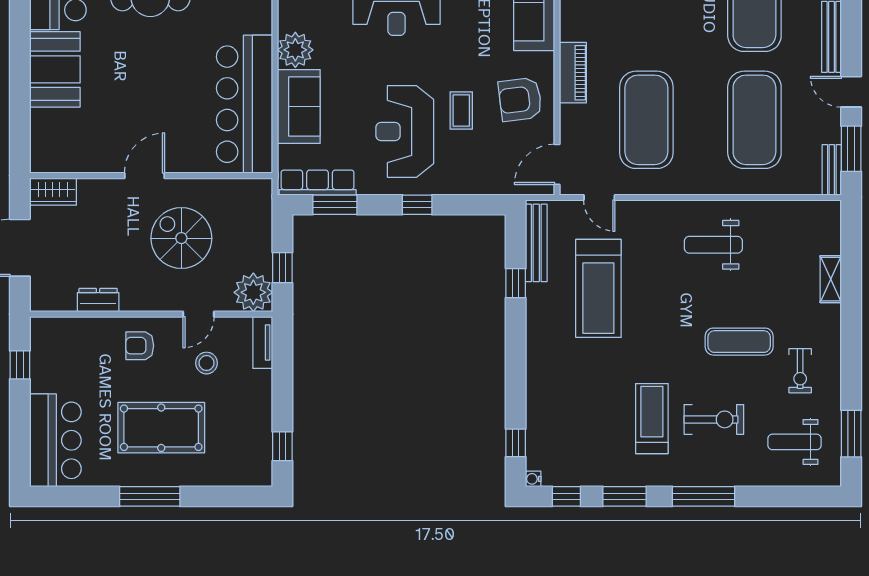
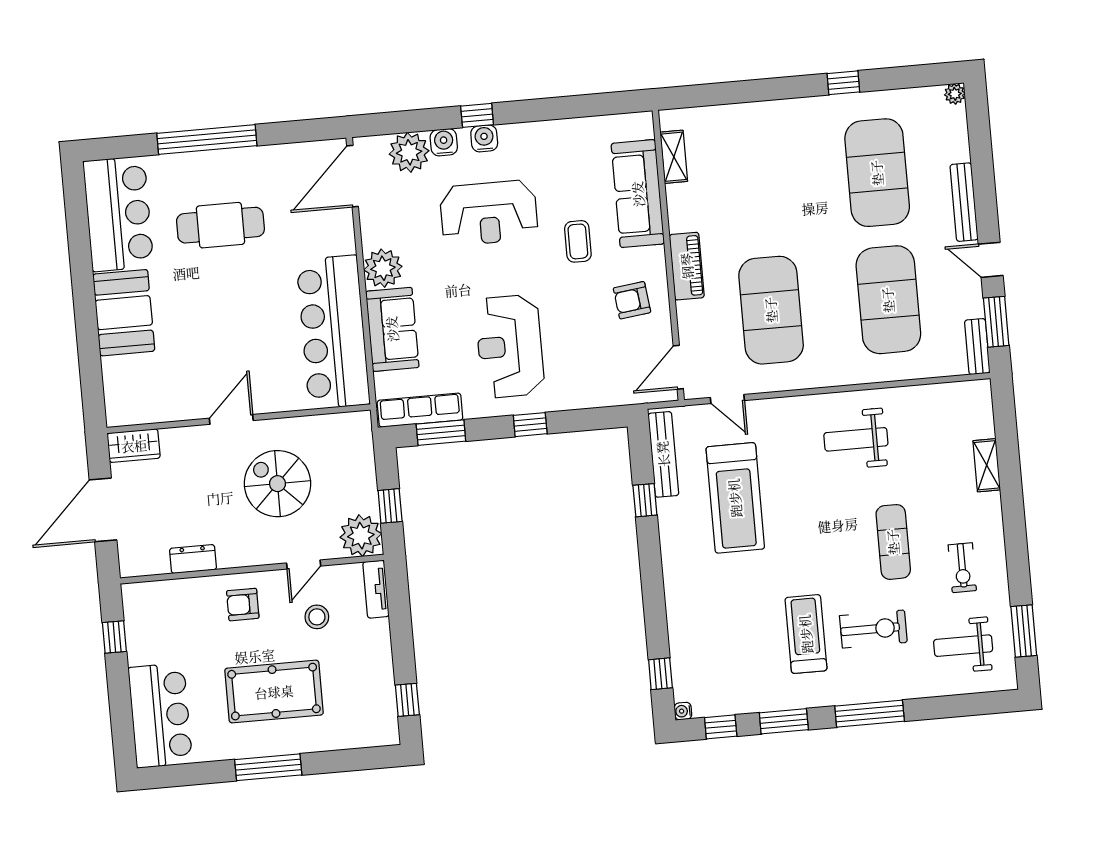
armchair: (520, 99) -> (632, 300), width x0.72, depth x0.72
coffee table: (461, 111) -> (578, 241), moved
exercise mat: (739, 342) -> (893, 542), turned 90

